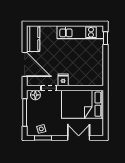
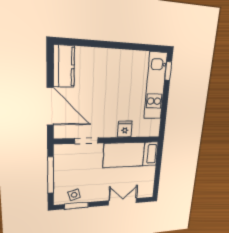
kitchen unit: (80, 32) -> (155, 86), moved, turned 90
fridge: (63, 80) -> (125, 129), moved
floor lamp: (35, 95) -> (67, 151), removed
bed: (83, 104) -> (131, 155), width x0.67

